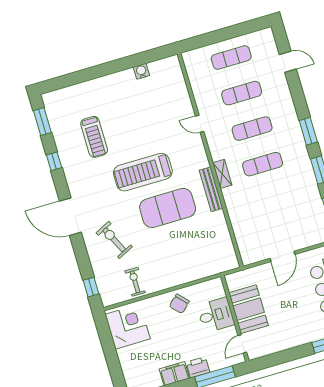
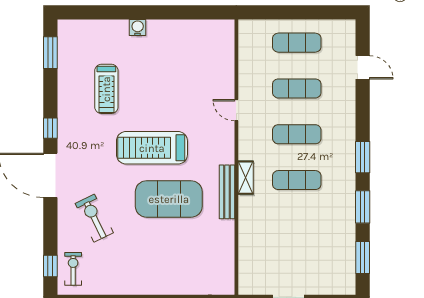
water cooler: (141, 71) -> (138, 28), moved
window: (54, 161) -> (50, 128), moved
exercise bike: (135, 282) -> (73, 269), moved

